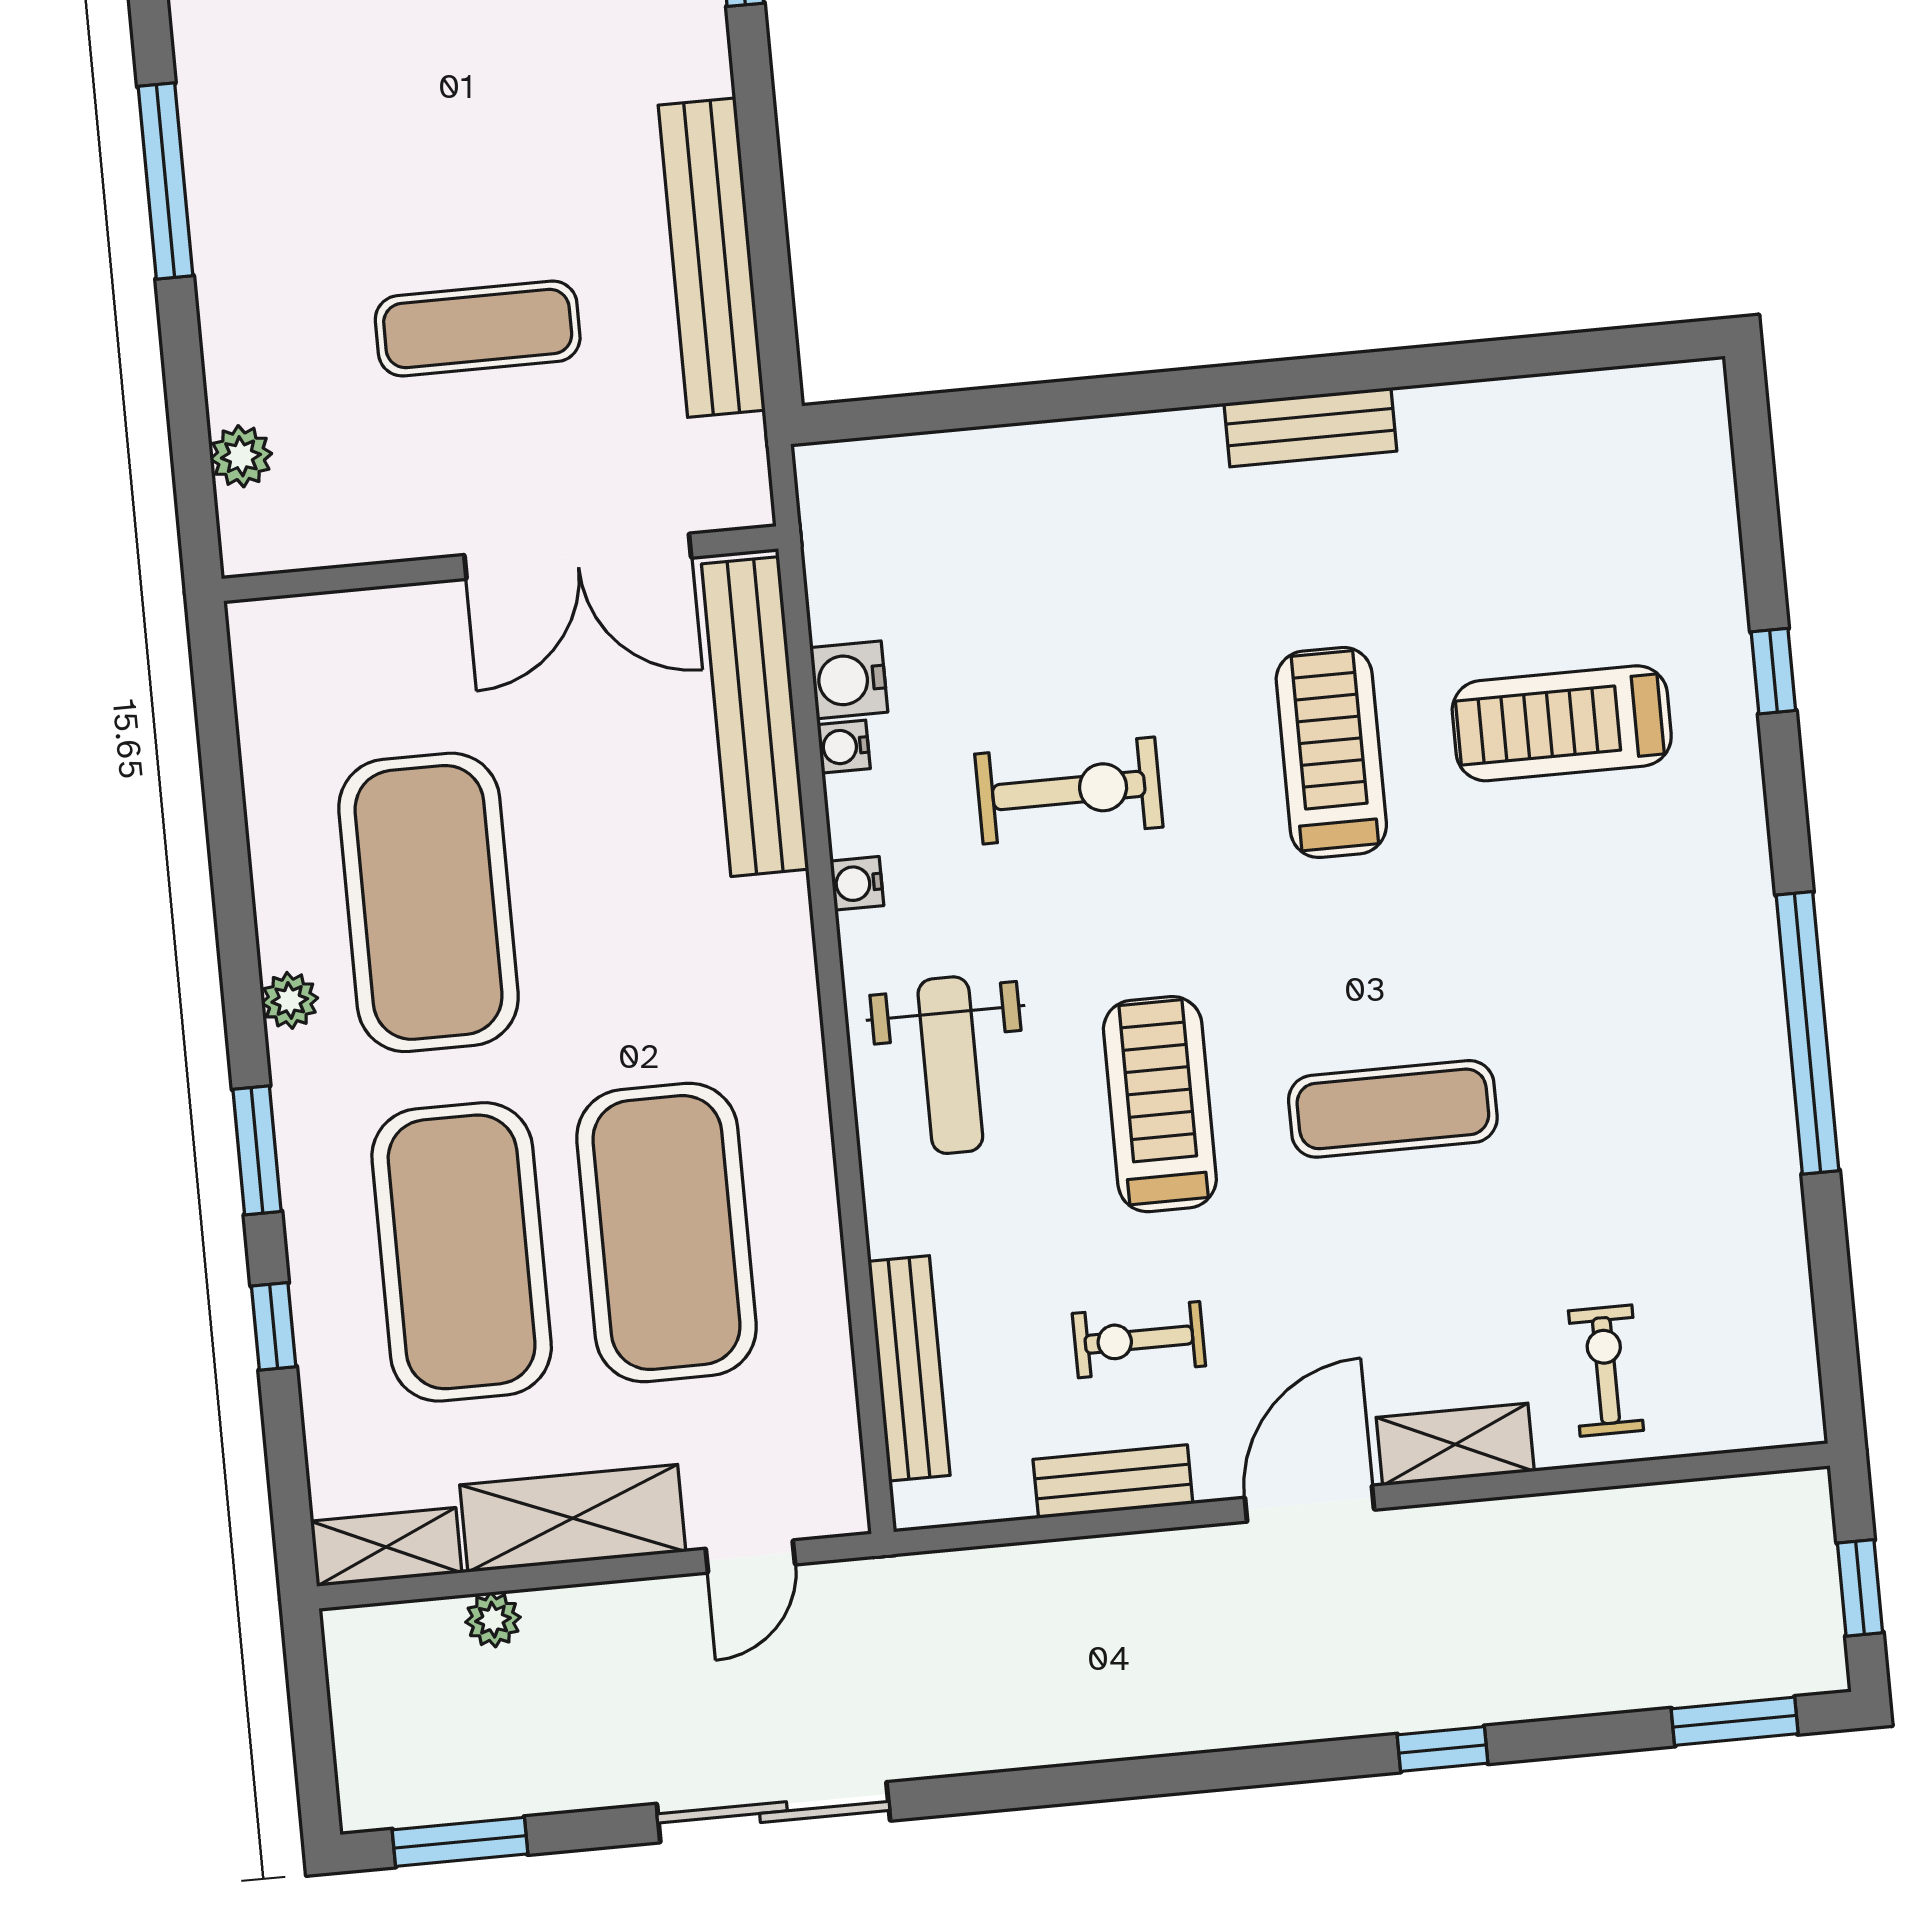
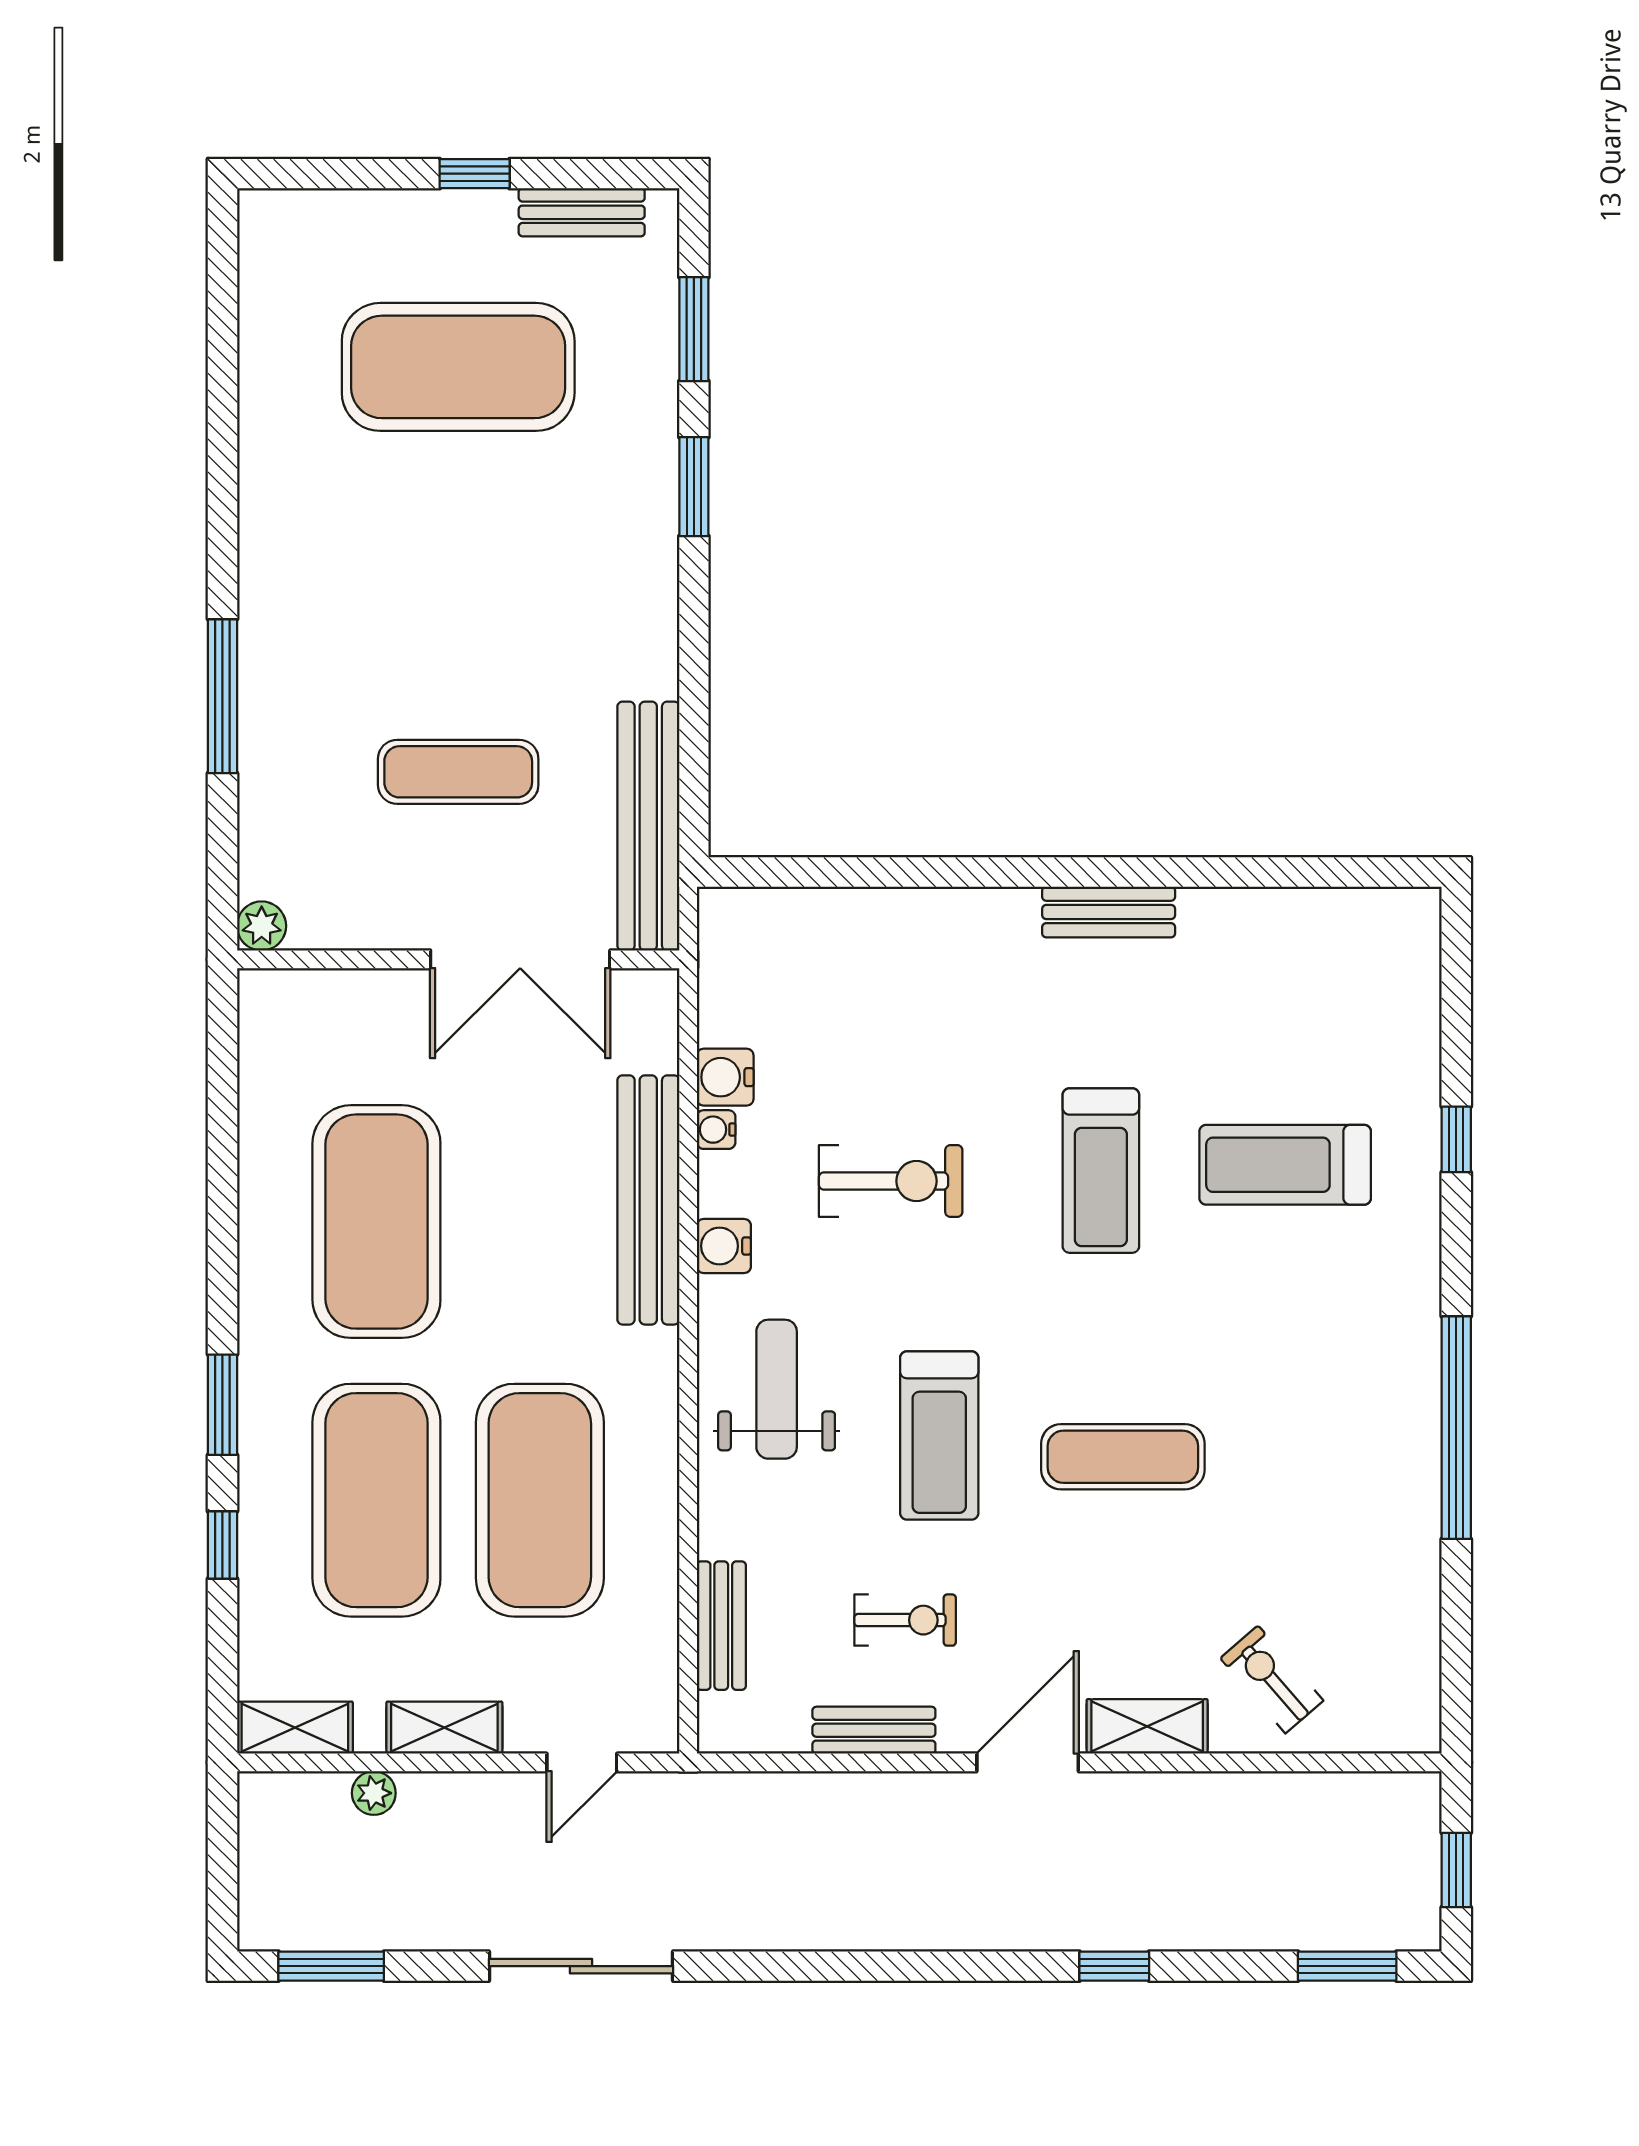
window: (165, 181) -> (222, 696), moved
bench: (712, 258) -> (648, 826), moved
plant: (241, 456) -> (262, 926), moved
bench: (755, 717) -> (648, 1200), moved
treadmill: (1331, 752) -> (1101, 1171), turned 180
water cooler: (857, 883) -> (724, 1246), width x1.38, depth x1.38
plant: (290, 1000) -> (259, 1289), removed
weight bench: (950, 1065) -> (777, 1389), turned 180
treadmill: (1160, 1104) -> (939, 1436), turned 180
exercise bike: (1139, 1340) -> (905, 1620), turned 180
bench: (909, 1368) -> (721, 1626), width x0.73
exercise bike: (1606, 1371) -> (1272, 1679), turned -41
shelving: (573, 1518) -> (444, 1728), width x0.67, depth x0.75

